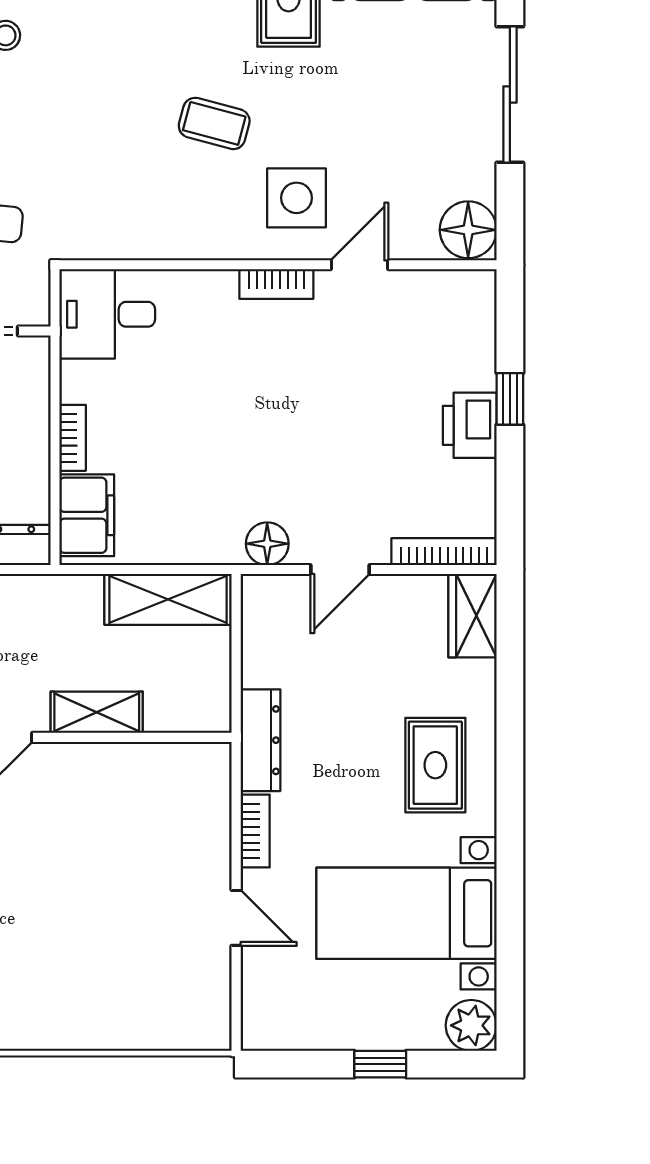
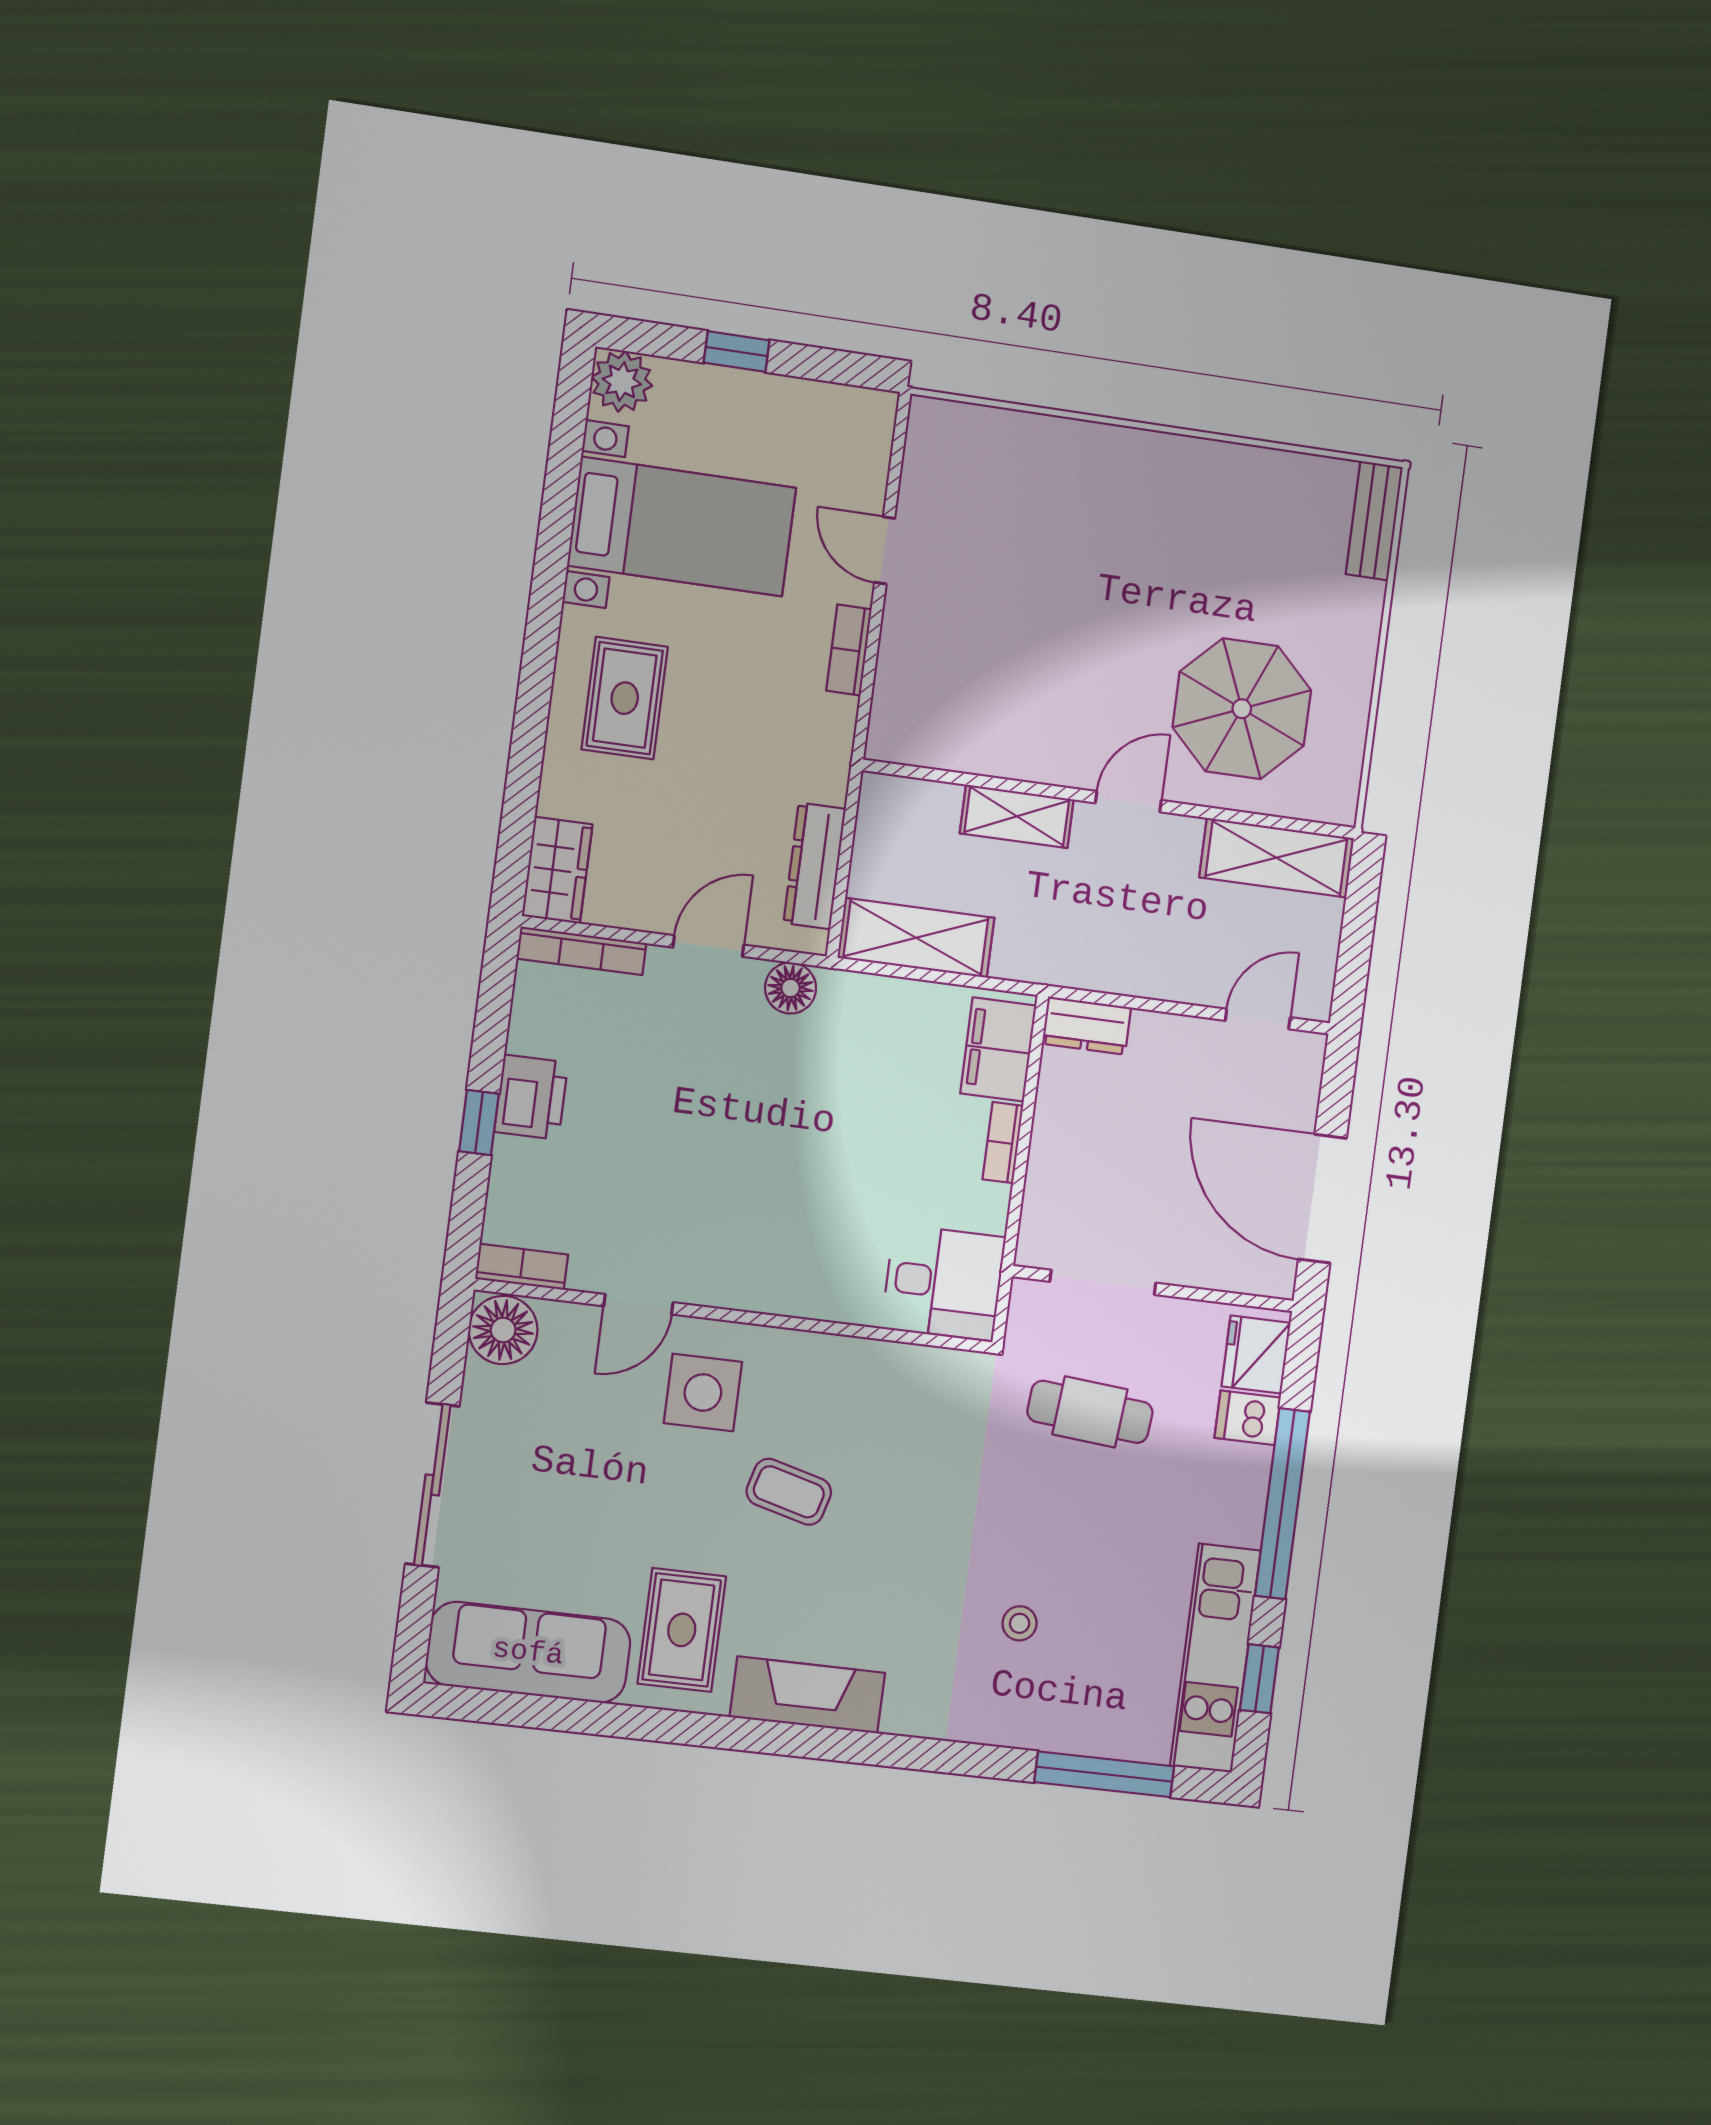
bookcase: (276, 284) -> (522, 1267), moved
dresser: (260, 740) -> (815, 866), moved

